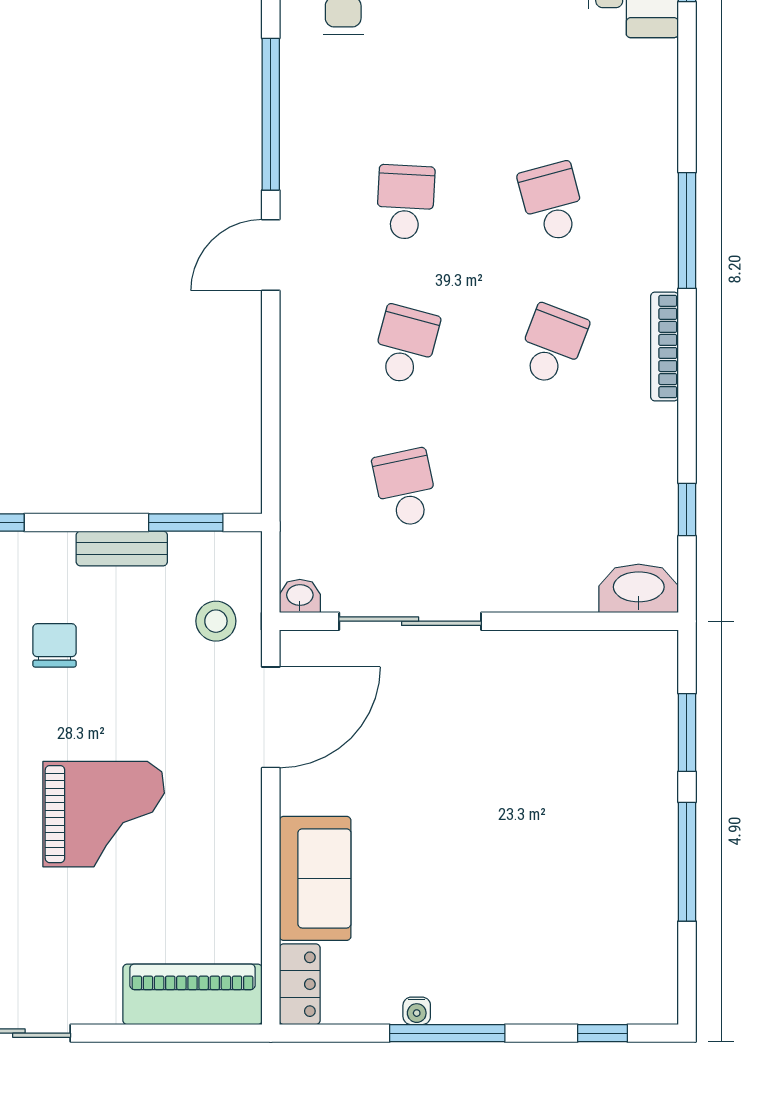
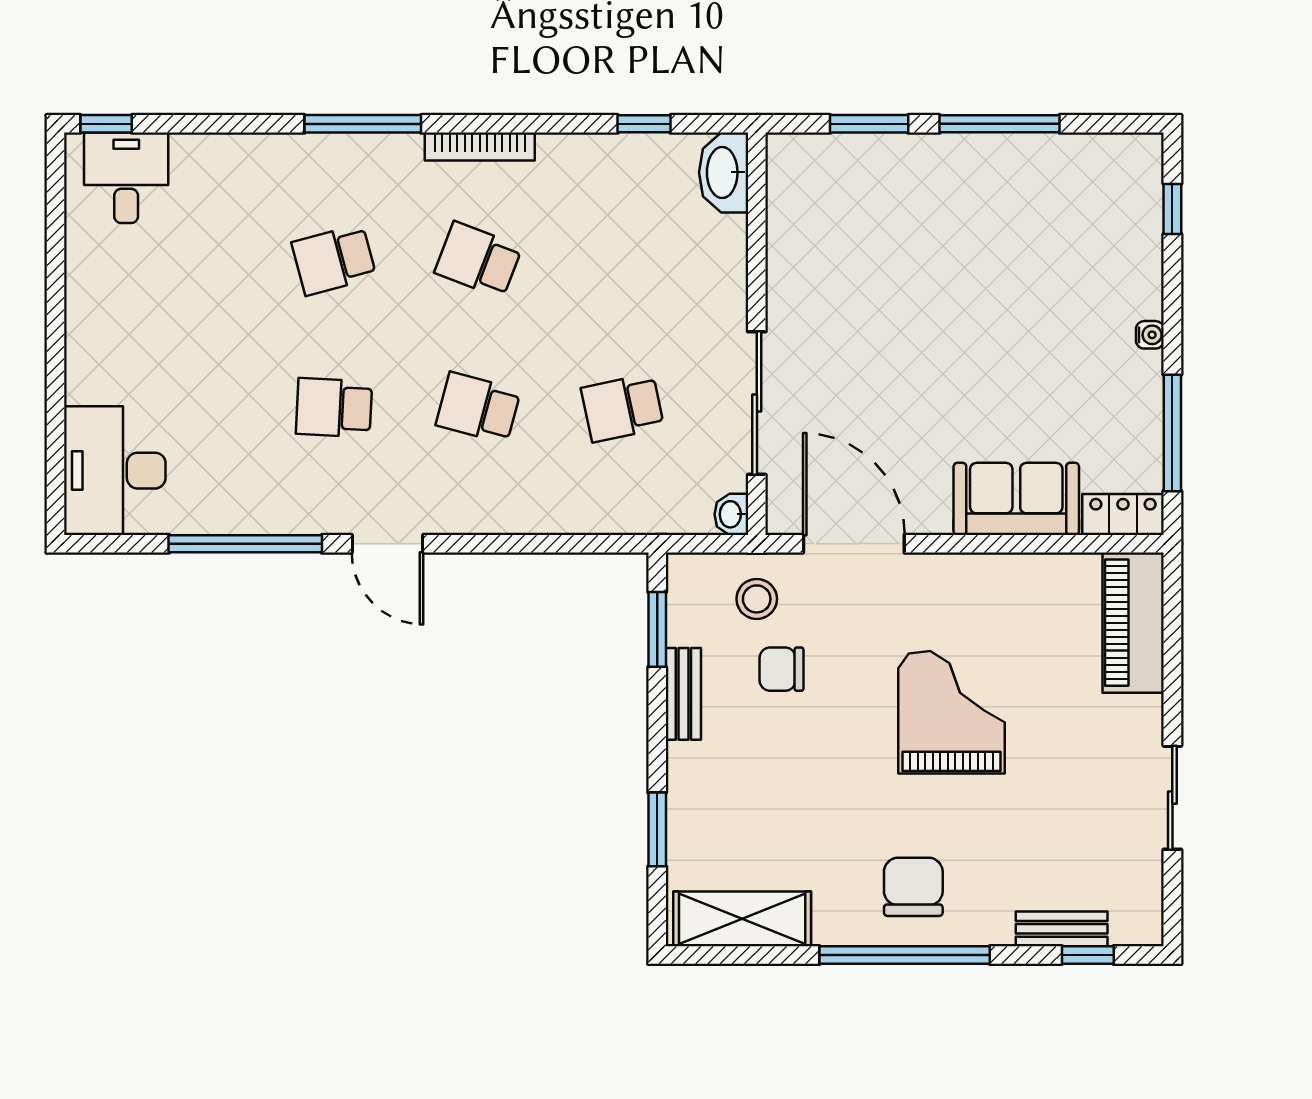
chair: (54, 645) -> (782, 669), moved
water cooler: (417, 1011) -> (1150, 335), moved
window: (447, 1033) -> (1172, 433), moved

